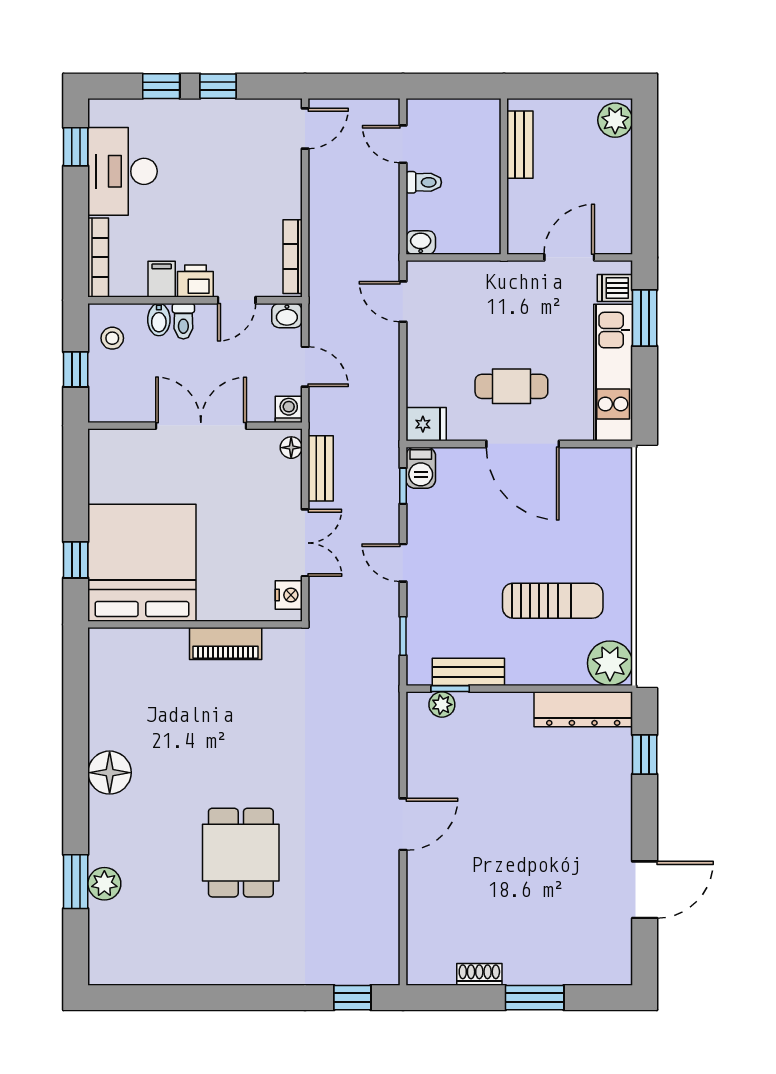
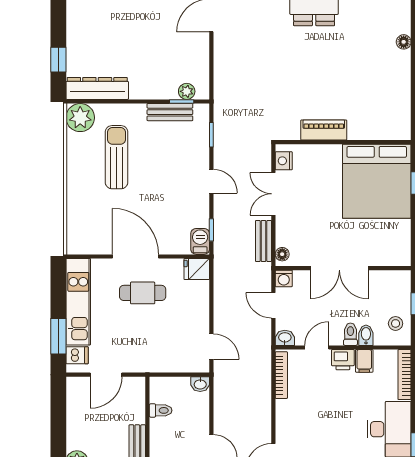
toilet: (424, 182) -> (161, 410), moved, turned 180
sun lounger: (553, 601) -> (116, 157), turned 90
floor lamp: (110, 773) -> (404, 42), width x0.53, depth x0.53

